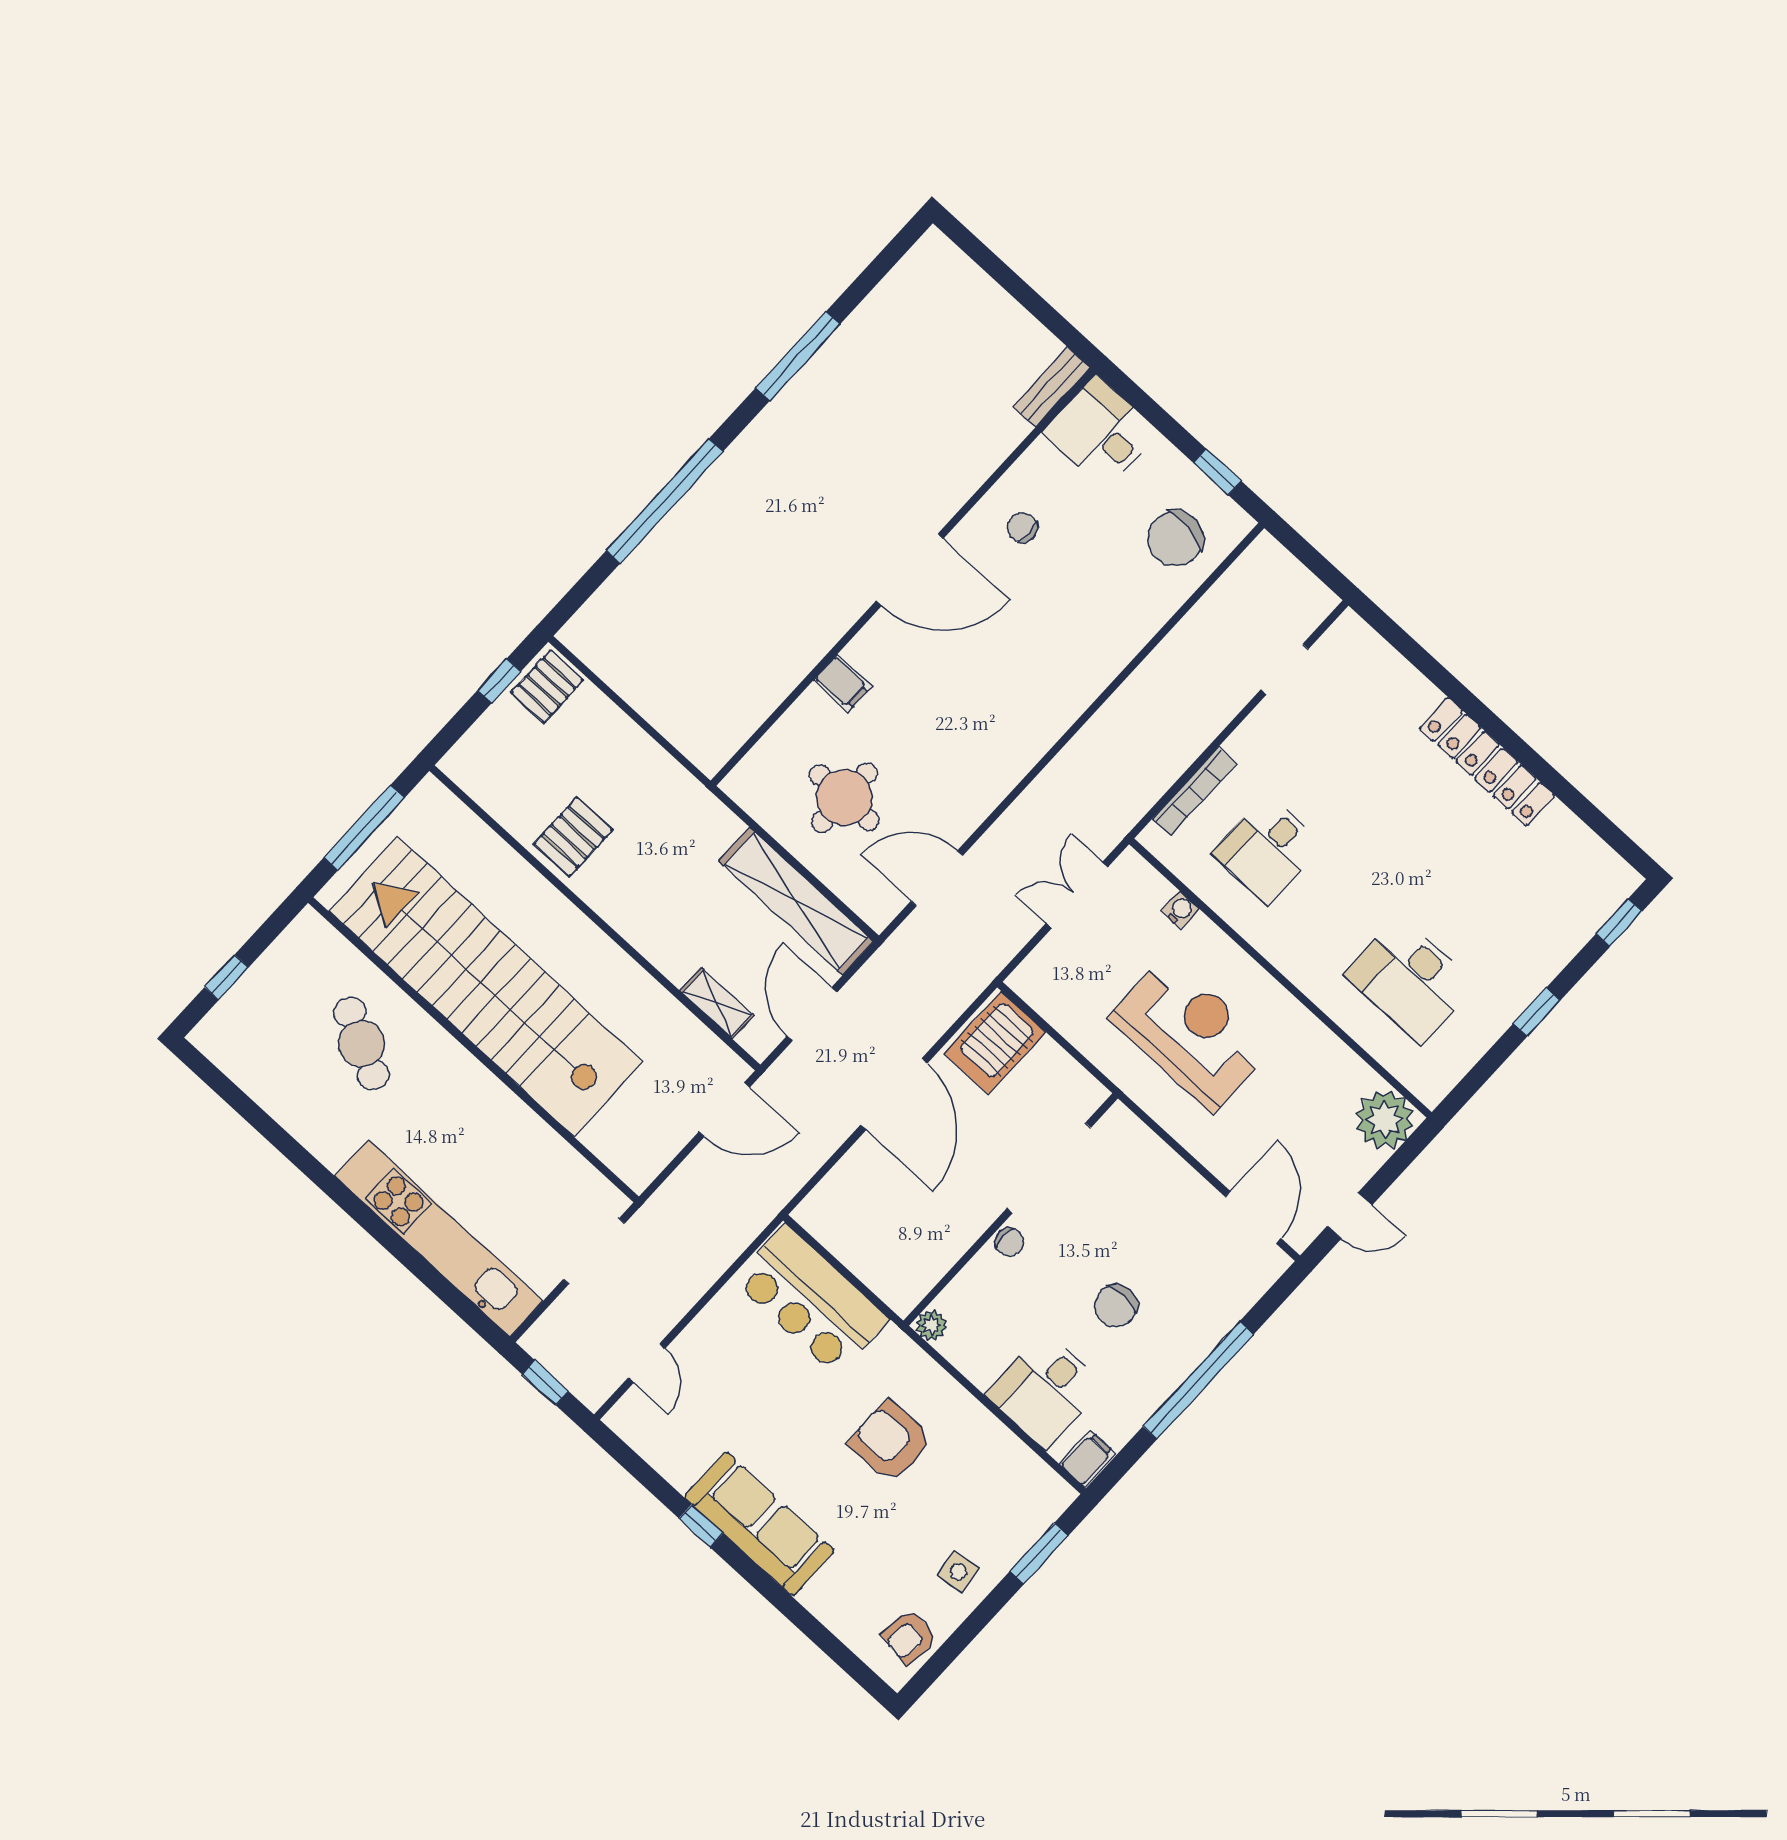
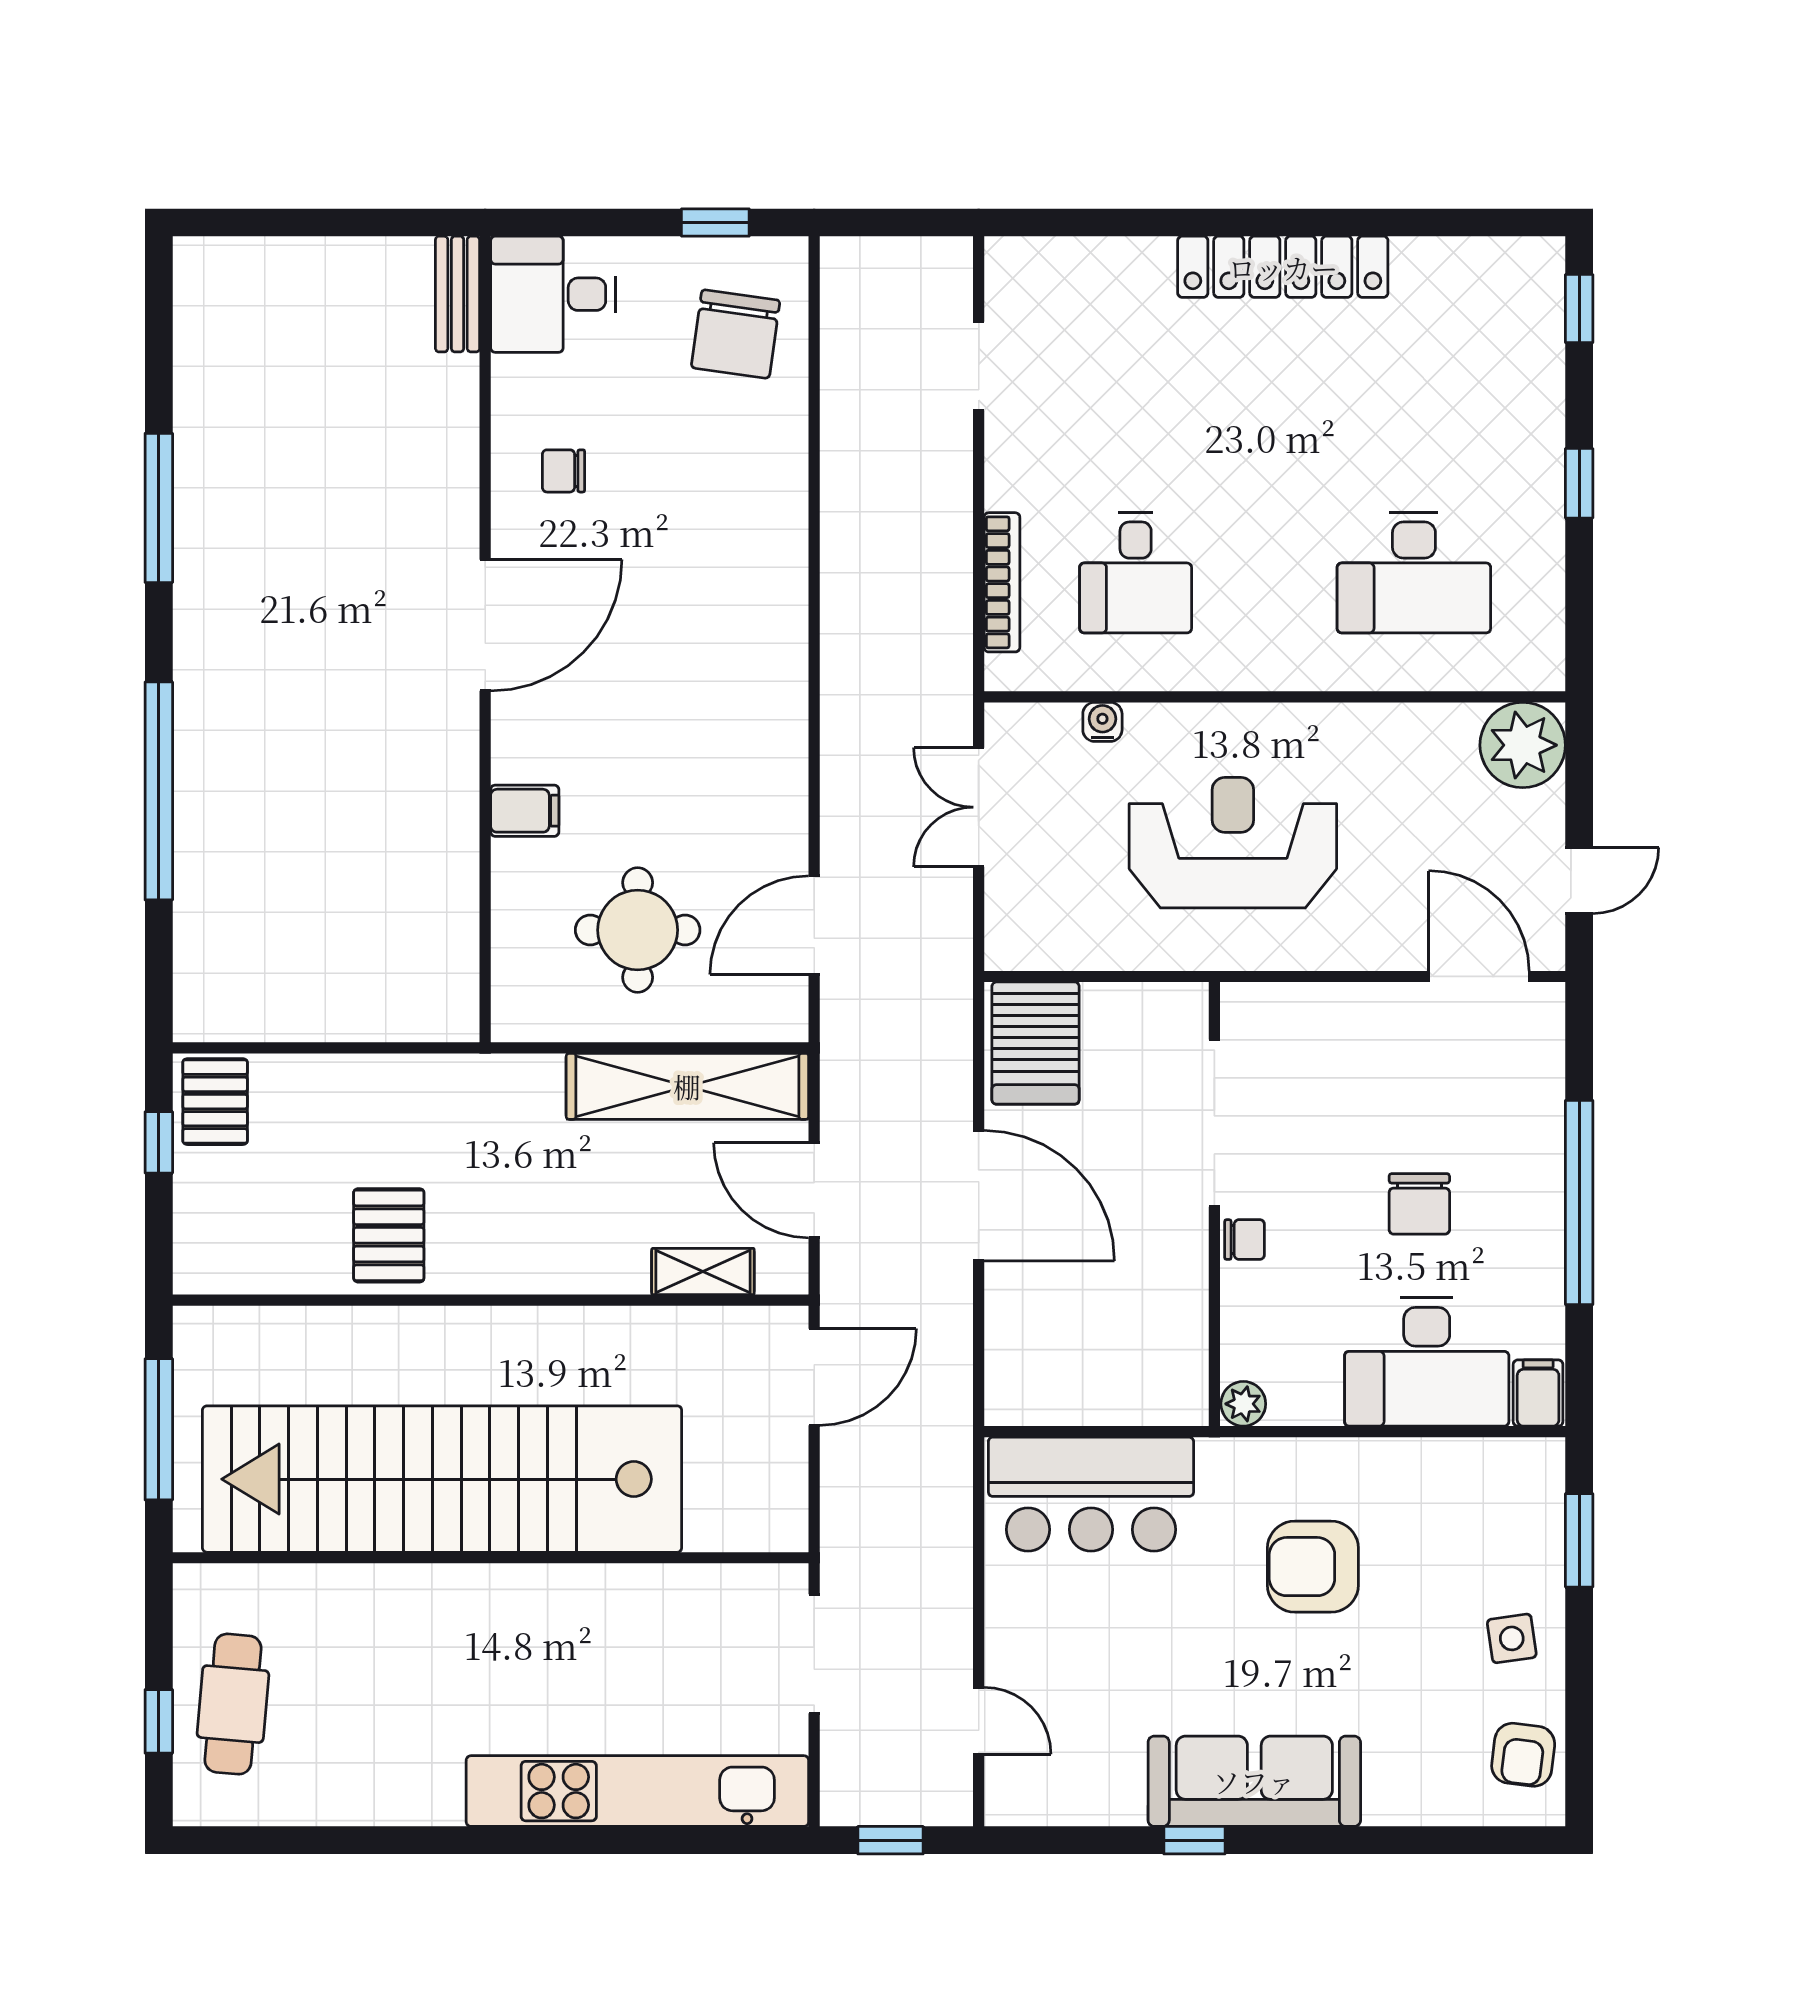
cafe table: (362, 1044) -> (233, 1704), moved, turned 68
desk: (1045, 1390) -> (1427, 1362), width x1.37

